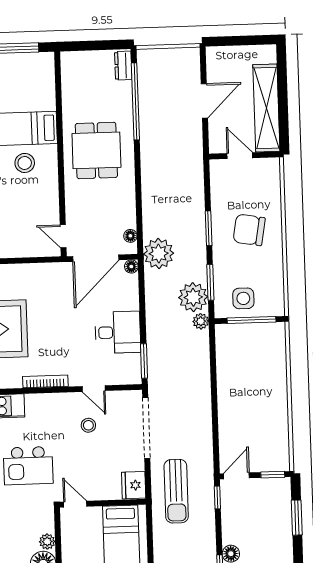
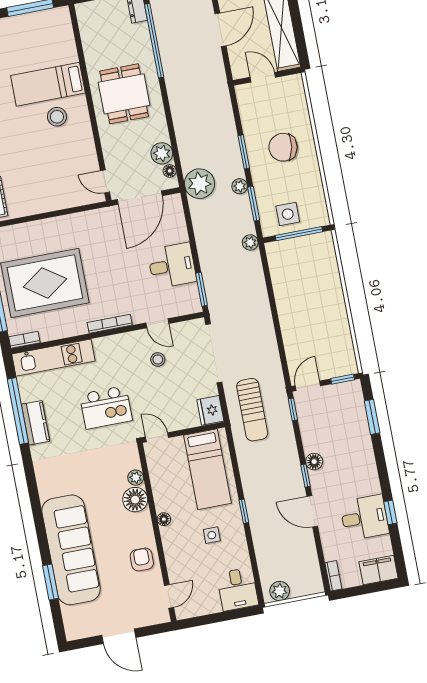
plant: (125, 217) -> (162, 153), added
floor lamp: (131, 267) -> (175, 200), removed
plant: (193, 297) -> (240, 186), moved, width x0.53, depth x0.53

